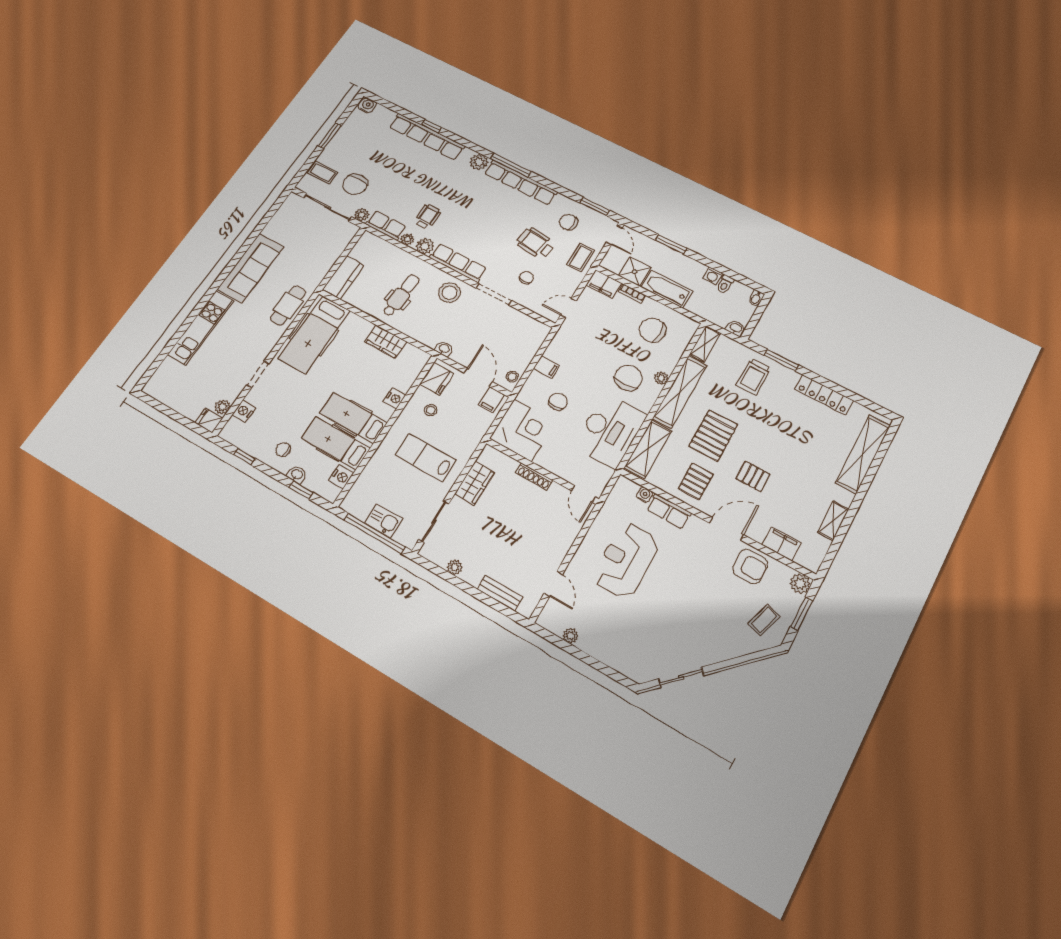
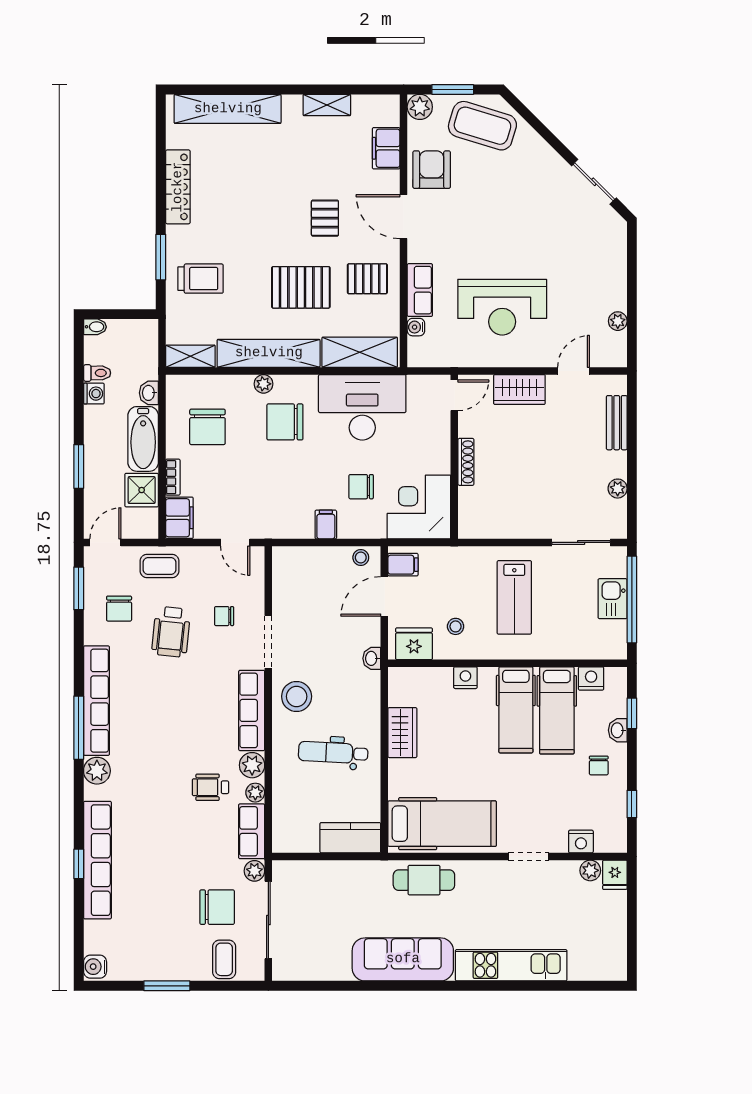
washbasin: (736, 328) -> (149, 393), moved
wardrobe: (475, 483) -> (519, 390), moved, turned 180
coffee table: (764, 620) -> (482, 126), width x1.86, depth x1.72

